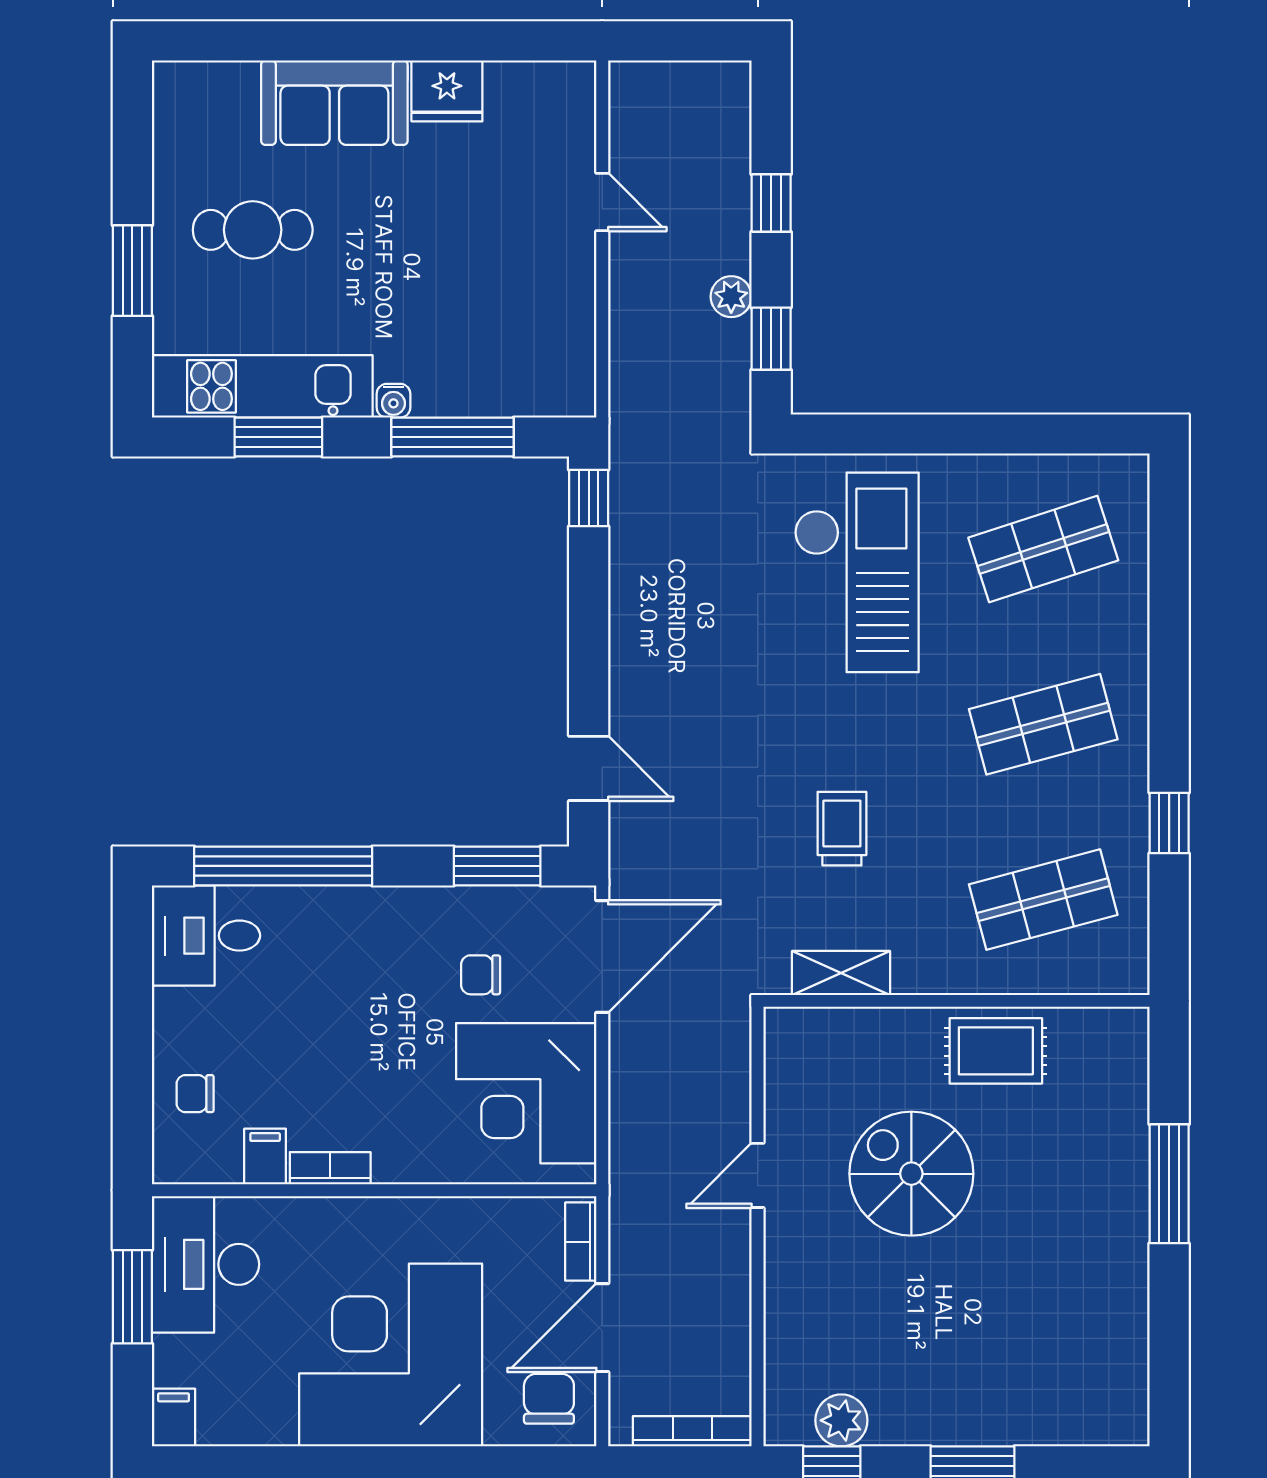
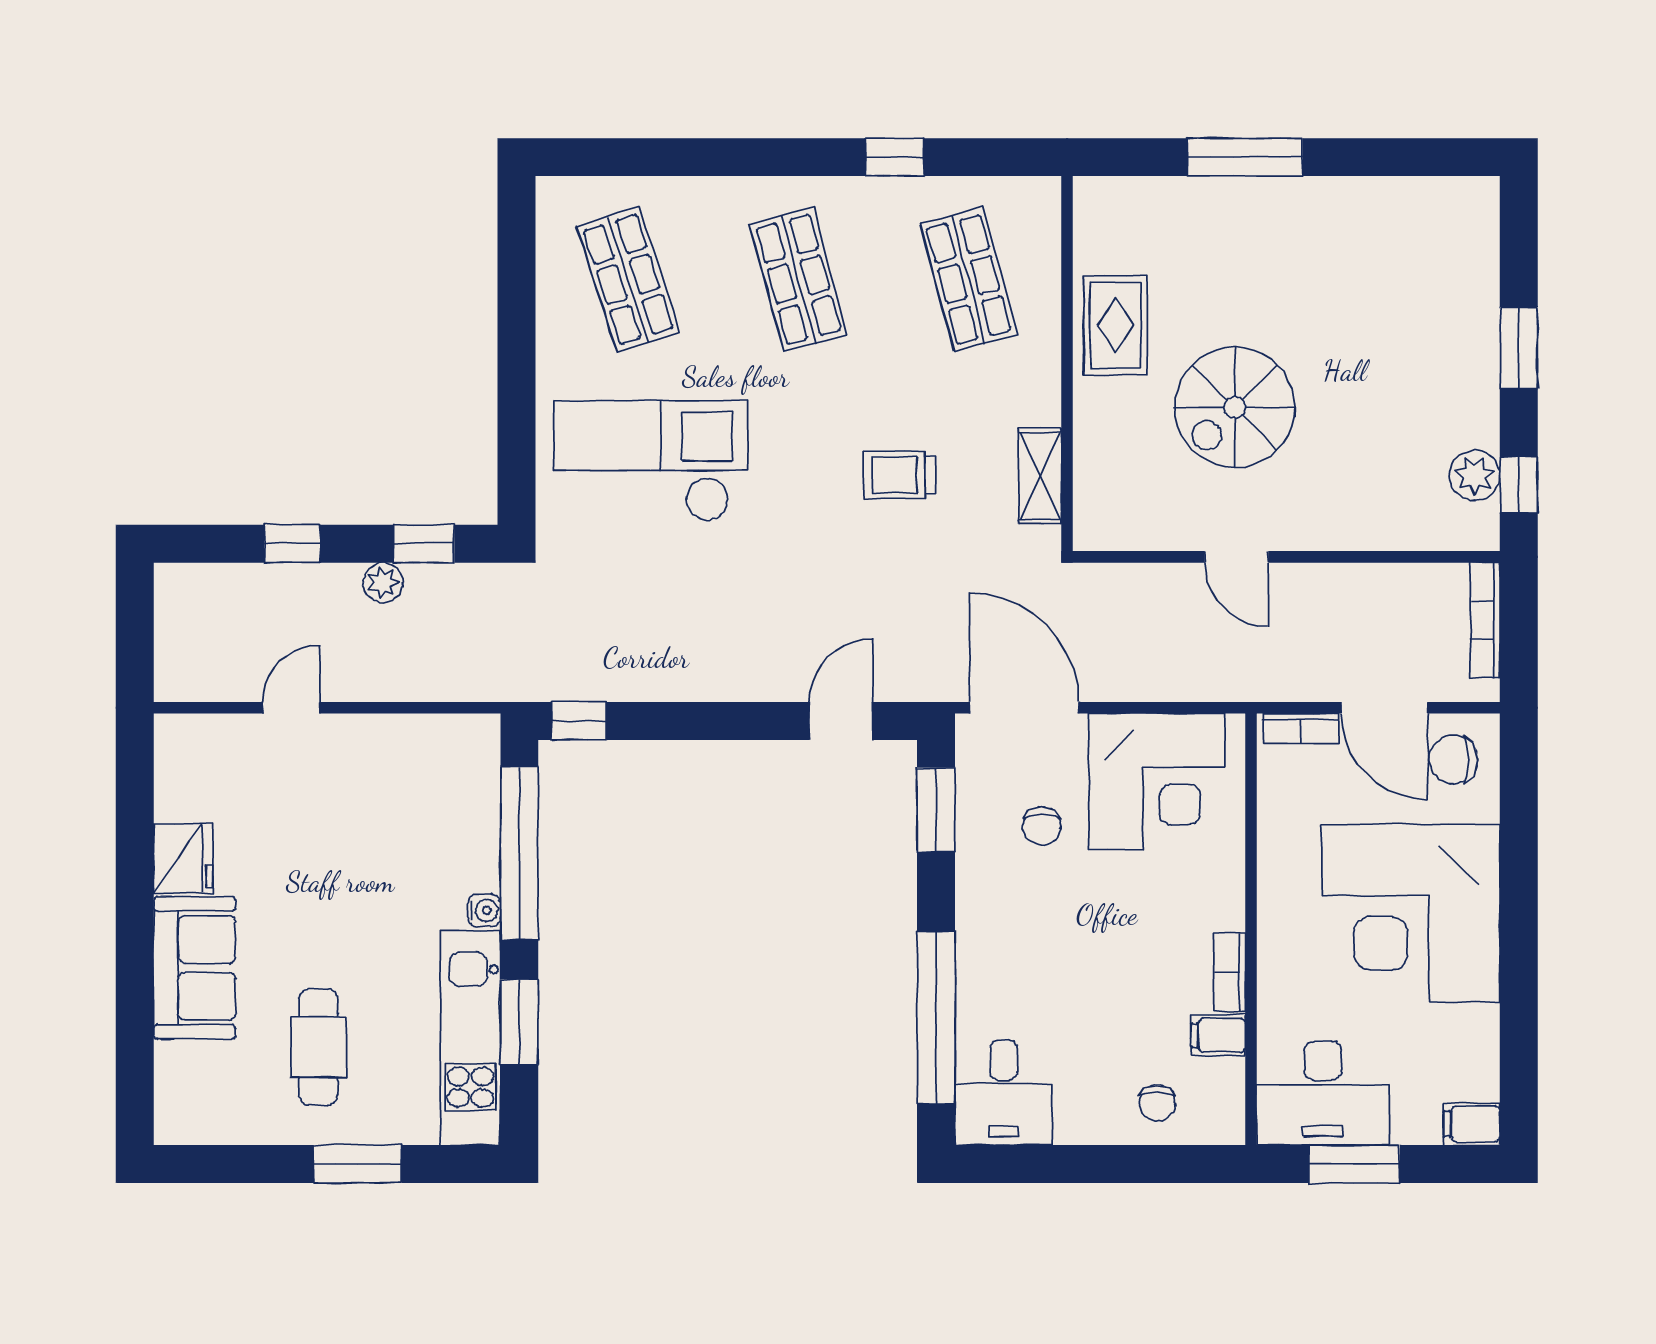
window: (453, 437) -> (519, 853), width x1.46

